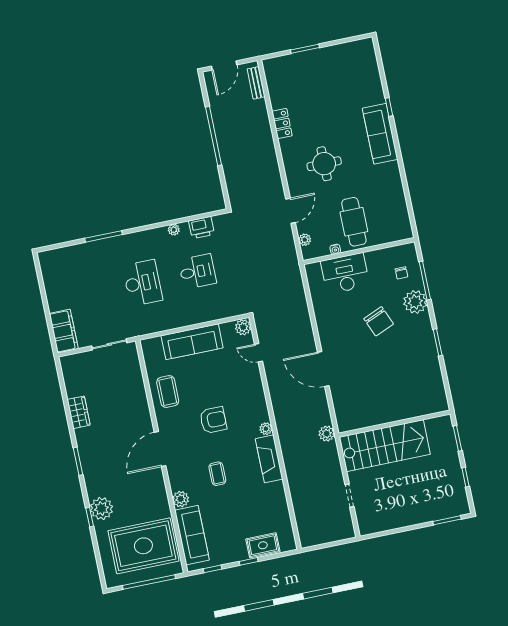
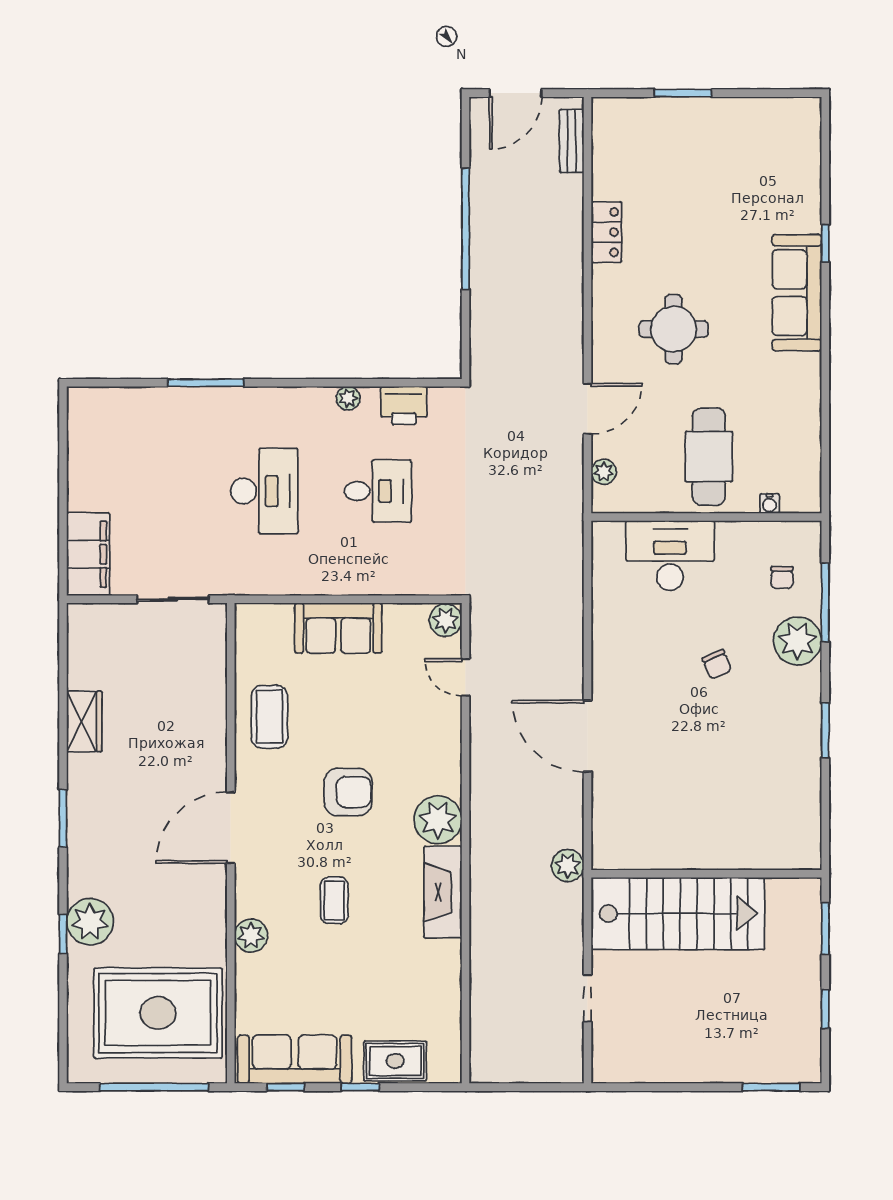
water cooler: (335, 249) -> (770, 504), moved
chair: (379, 321) -> (717, 664), width x0.54, depth x0.54
sofa: (192, 342) -> (338, 628), width x0.73
plant: (266, 429) -> (438, 820), width x1.88, depth x1.88
sofa: (192, 535) -> (295, 1059), moved, turned -90

